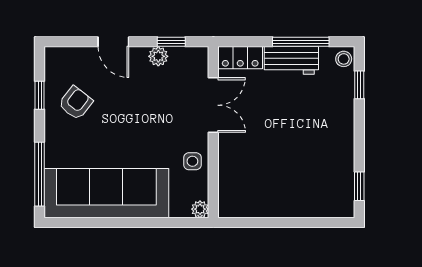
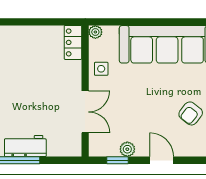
locker: (240, 58) -> (73, 42), moved, turned -90
double door: (213, 105) -> (85, 112), swing flipped

